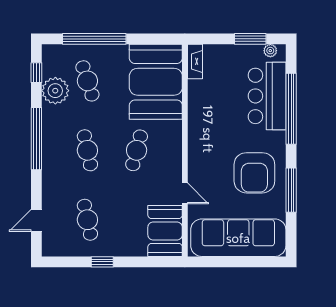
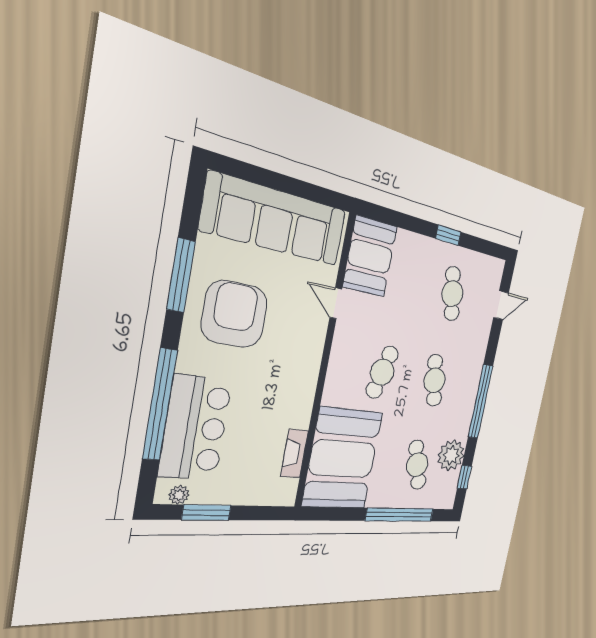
fireplace: (195, 61) -> (295, 454), moved

